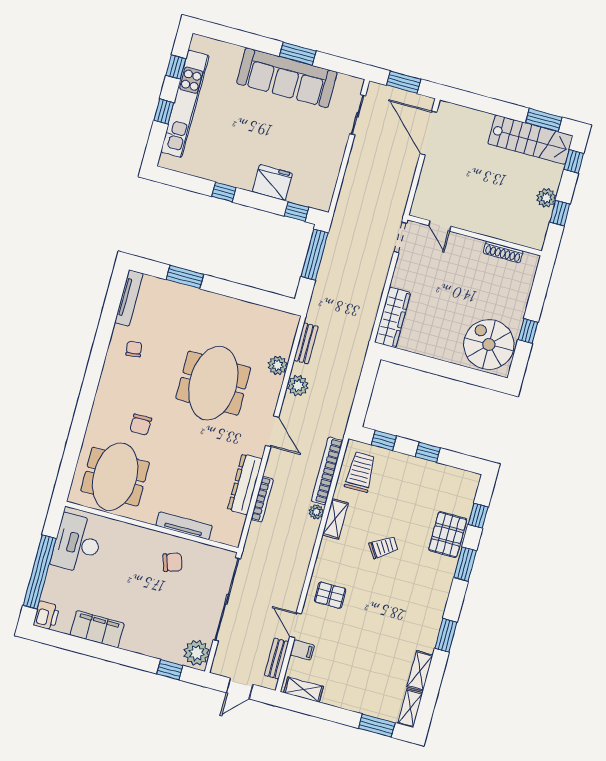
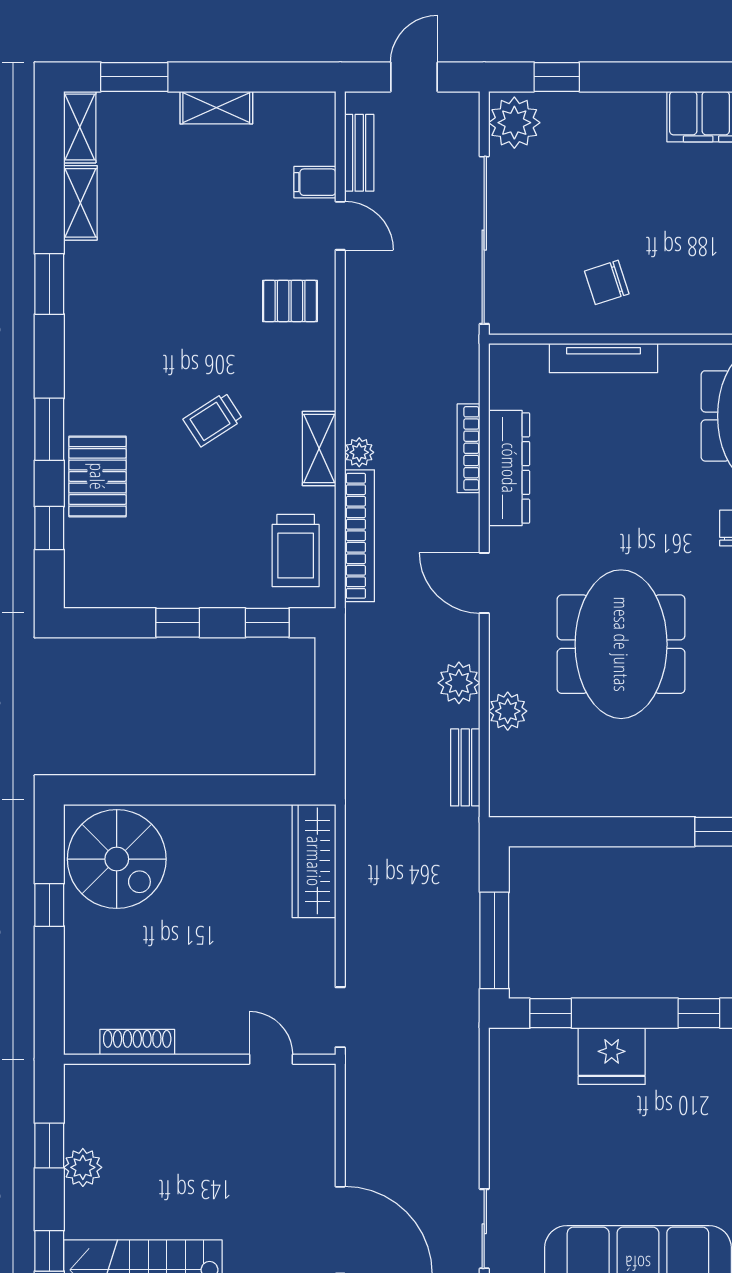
shelving: (303, 690) -> (216, 108), moved

